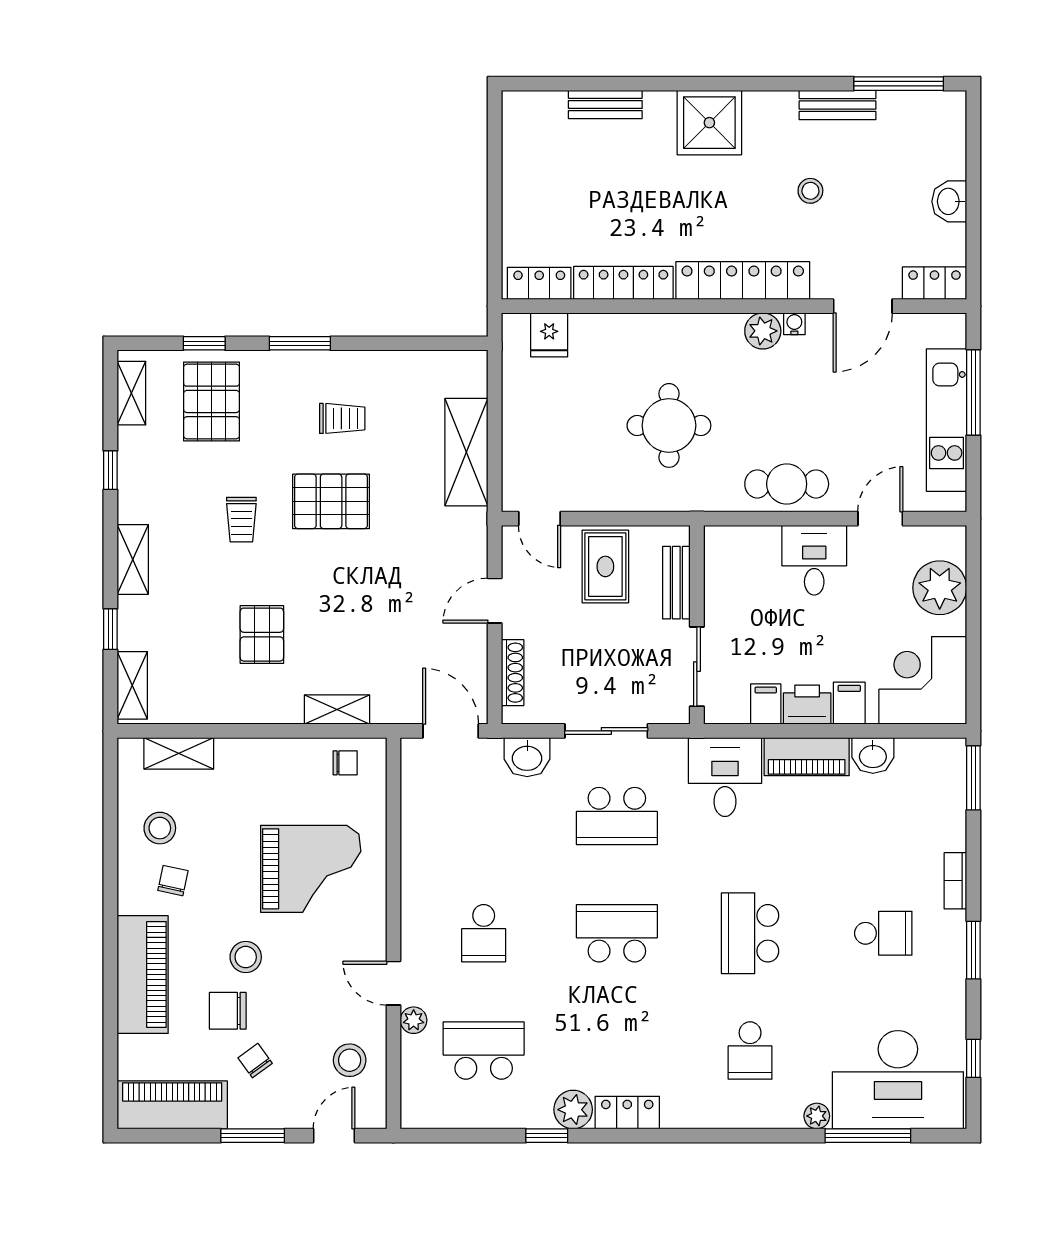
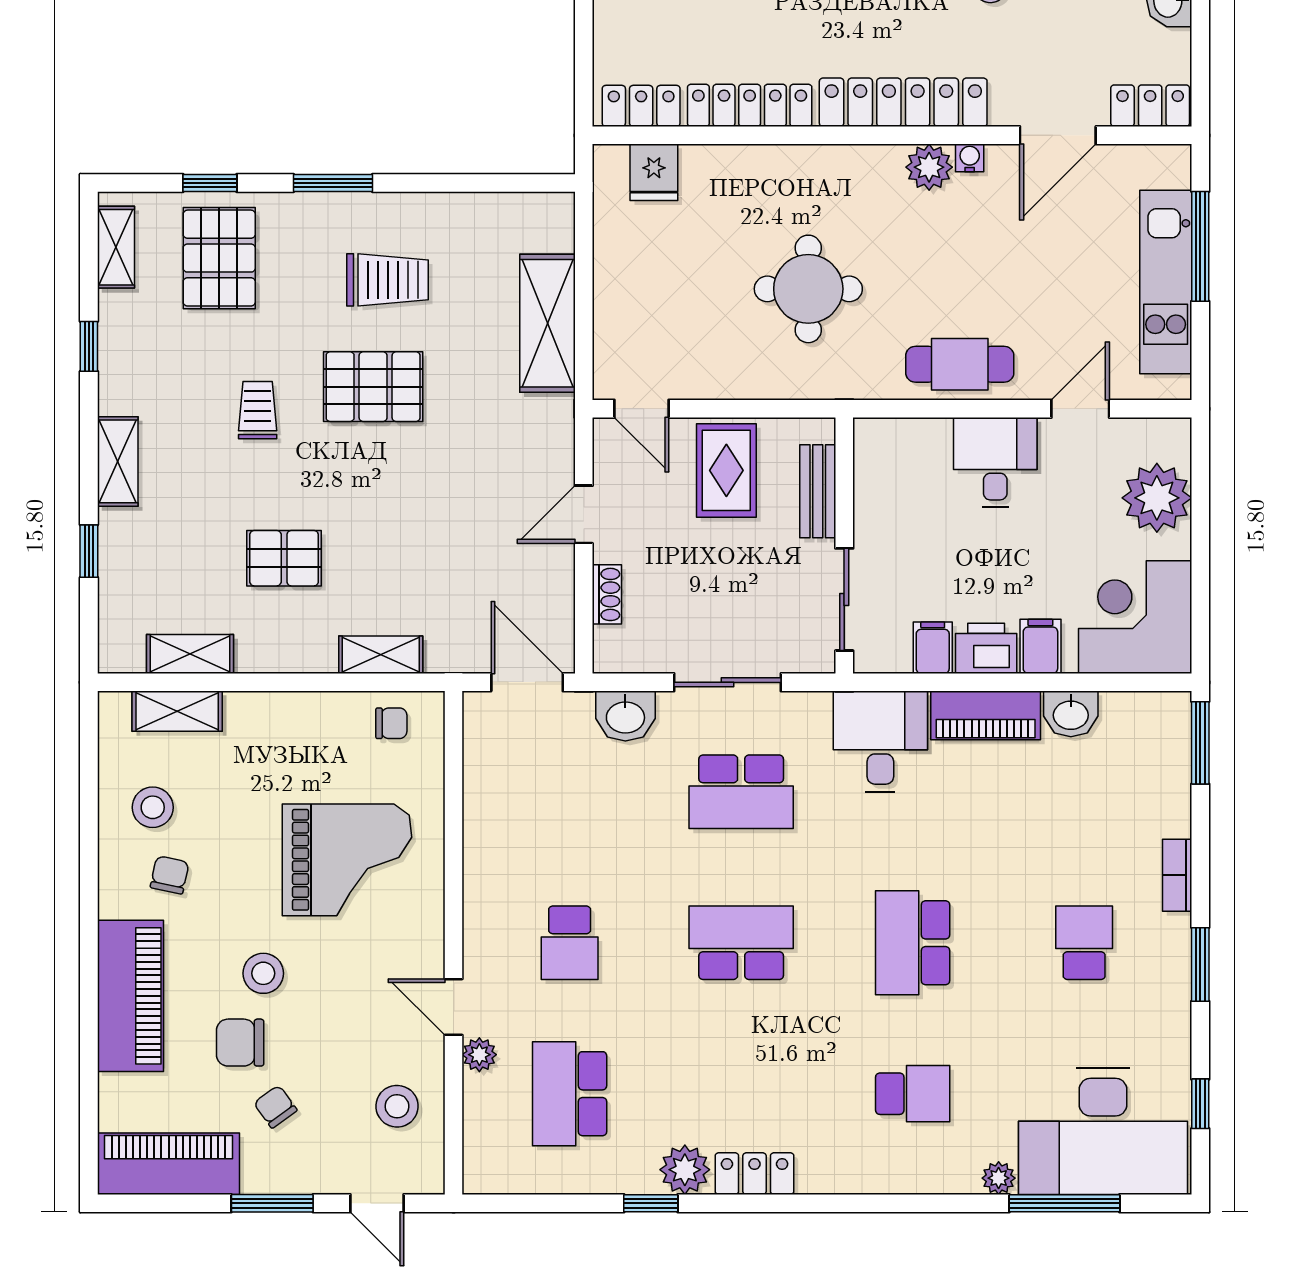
trolley: (342, 418) -> (387, 280), width x1.36, depth x1.39
trolley: (241, 520) -> (258, 410), turned 180
pallet: (262, 635) -> (284, 558), turned 90
shoe rack: (513, 673) -> (607, 594), width x0.70
shelving: (132, 685) -> (190, 654), moved, turned 90
school desk: (883, 933) -> (1084, 943), turned -90
school desk: (484, 1050) -> (570, 1094), turned -90
school desk: (750, 1050) -> (913, 1094), turned -90
door: (334, 1136) -> (377, 1203), swing flipped

